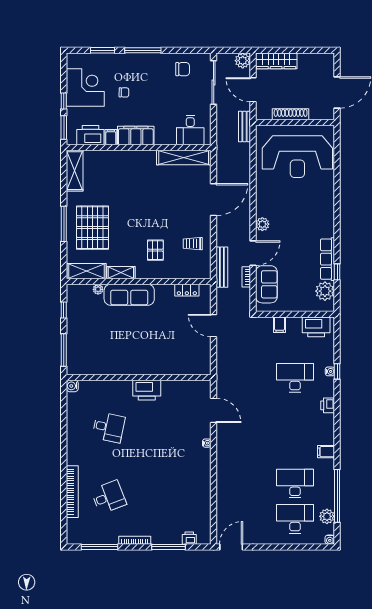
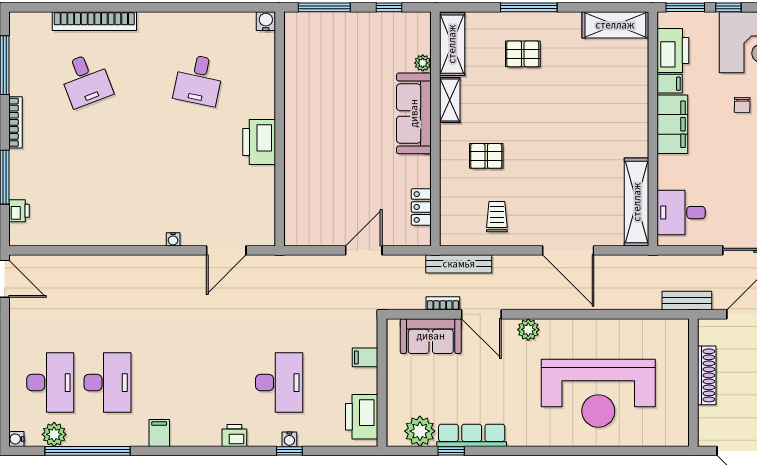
reception desk: (297, 157) -> (598, 393), moved, turned -90
pallet: (93, 228) -> (523, 54), width x0.49, depth x0.50

